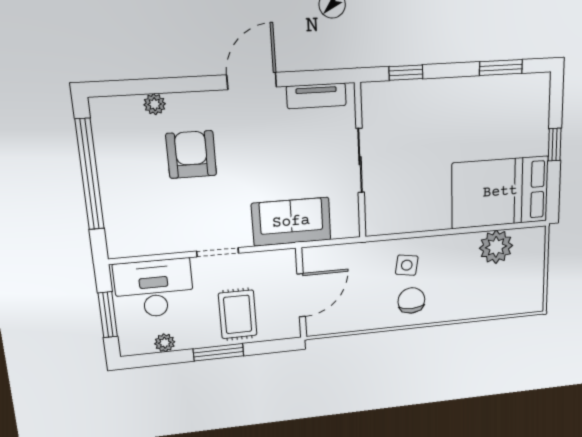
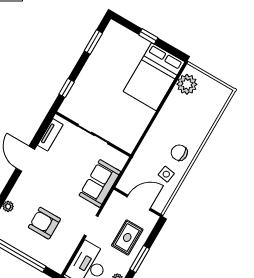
armchair: (191, 155) -> (44, 223), moved
plant: (496, 247) -> (187, 84), moved
side table: (407, 265) -> (166, 174), moved
door: (301, 295) -> (139, 203), hinge flipped
rug: (238, 314) -> (127, 237), turned 90

